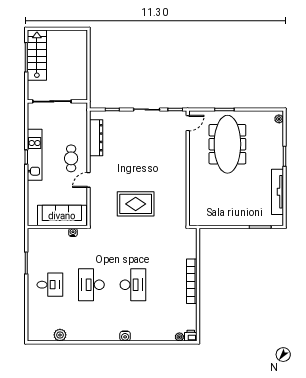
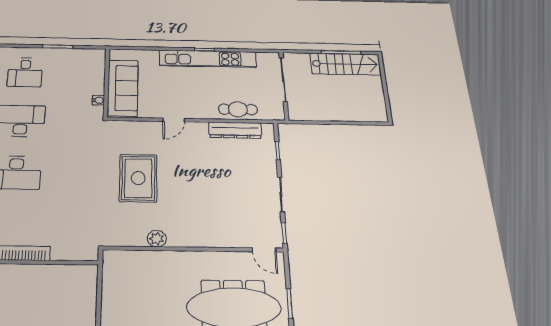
kitchen unit: (35, 155) -> (208, 59), width x1.36
cafe table: (71, 158) -> (238, 109), moved
door: (88, 180) -> (174, 120), swing flipped
plant: (181, 192) -> (157, 239), added

